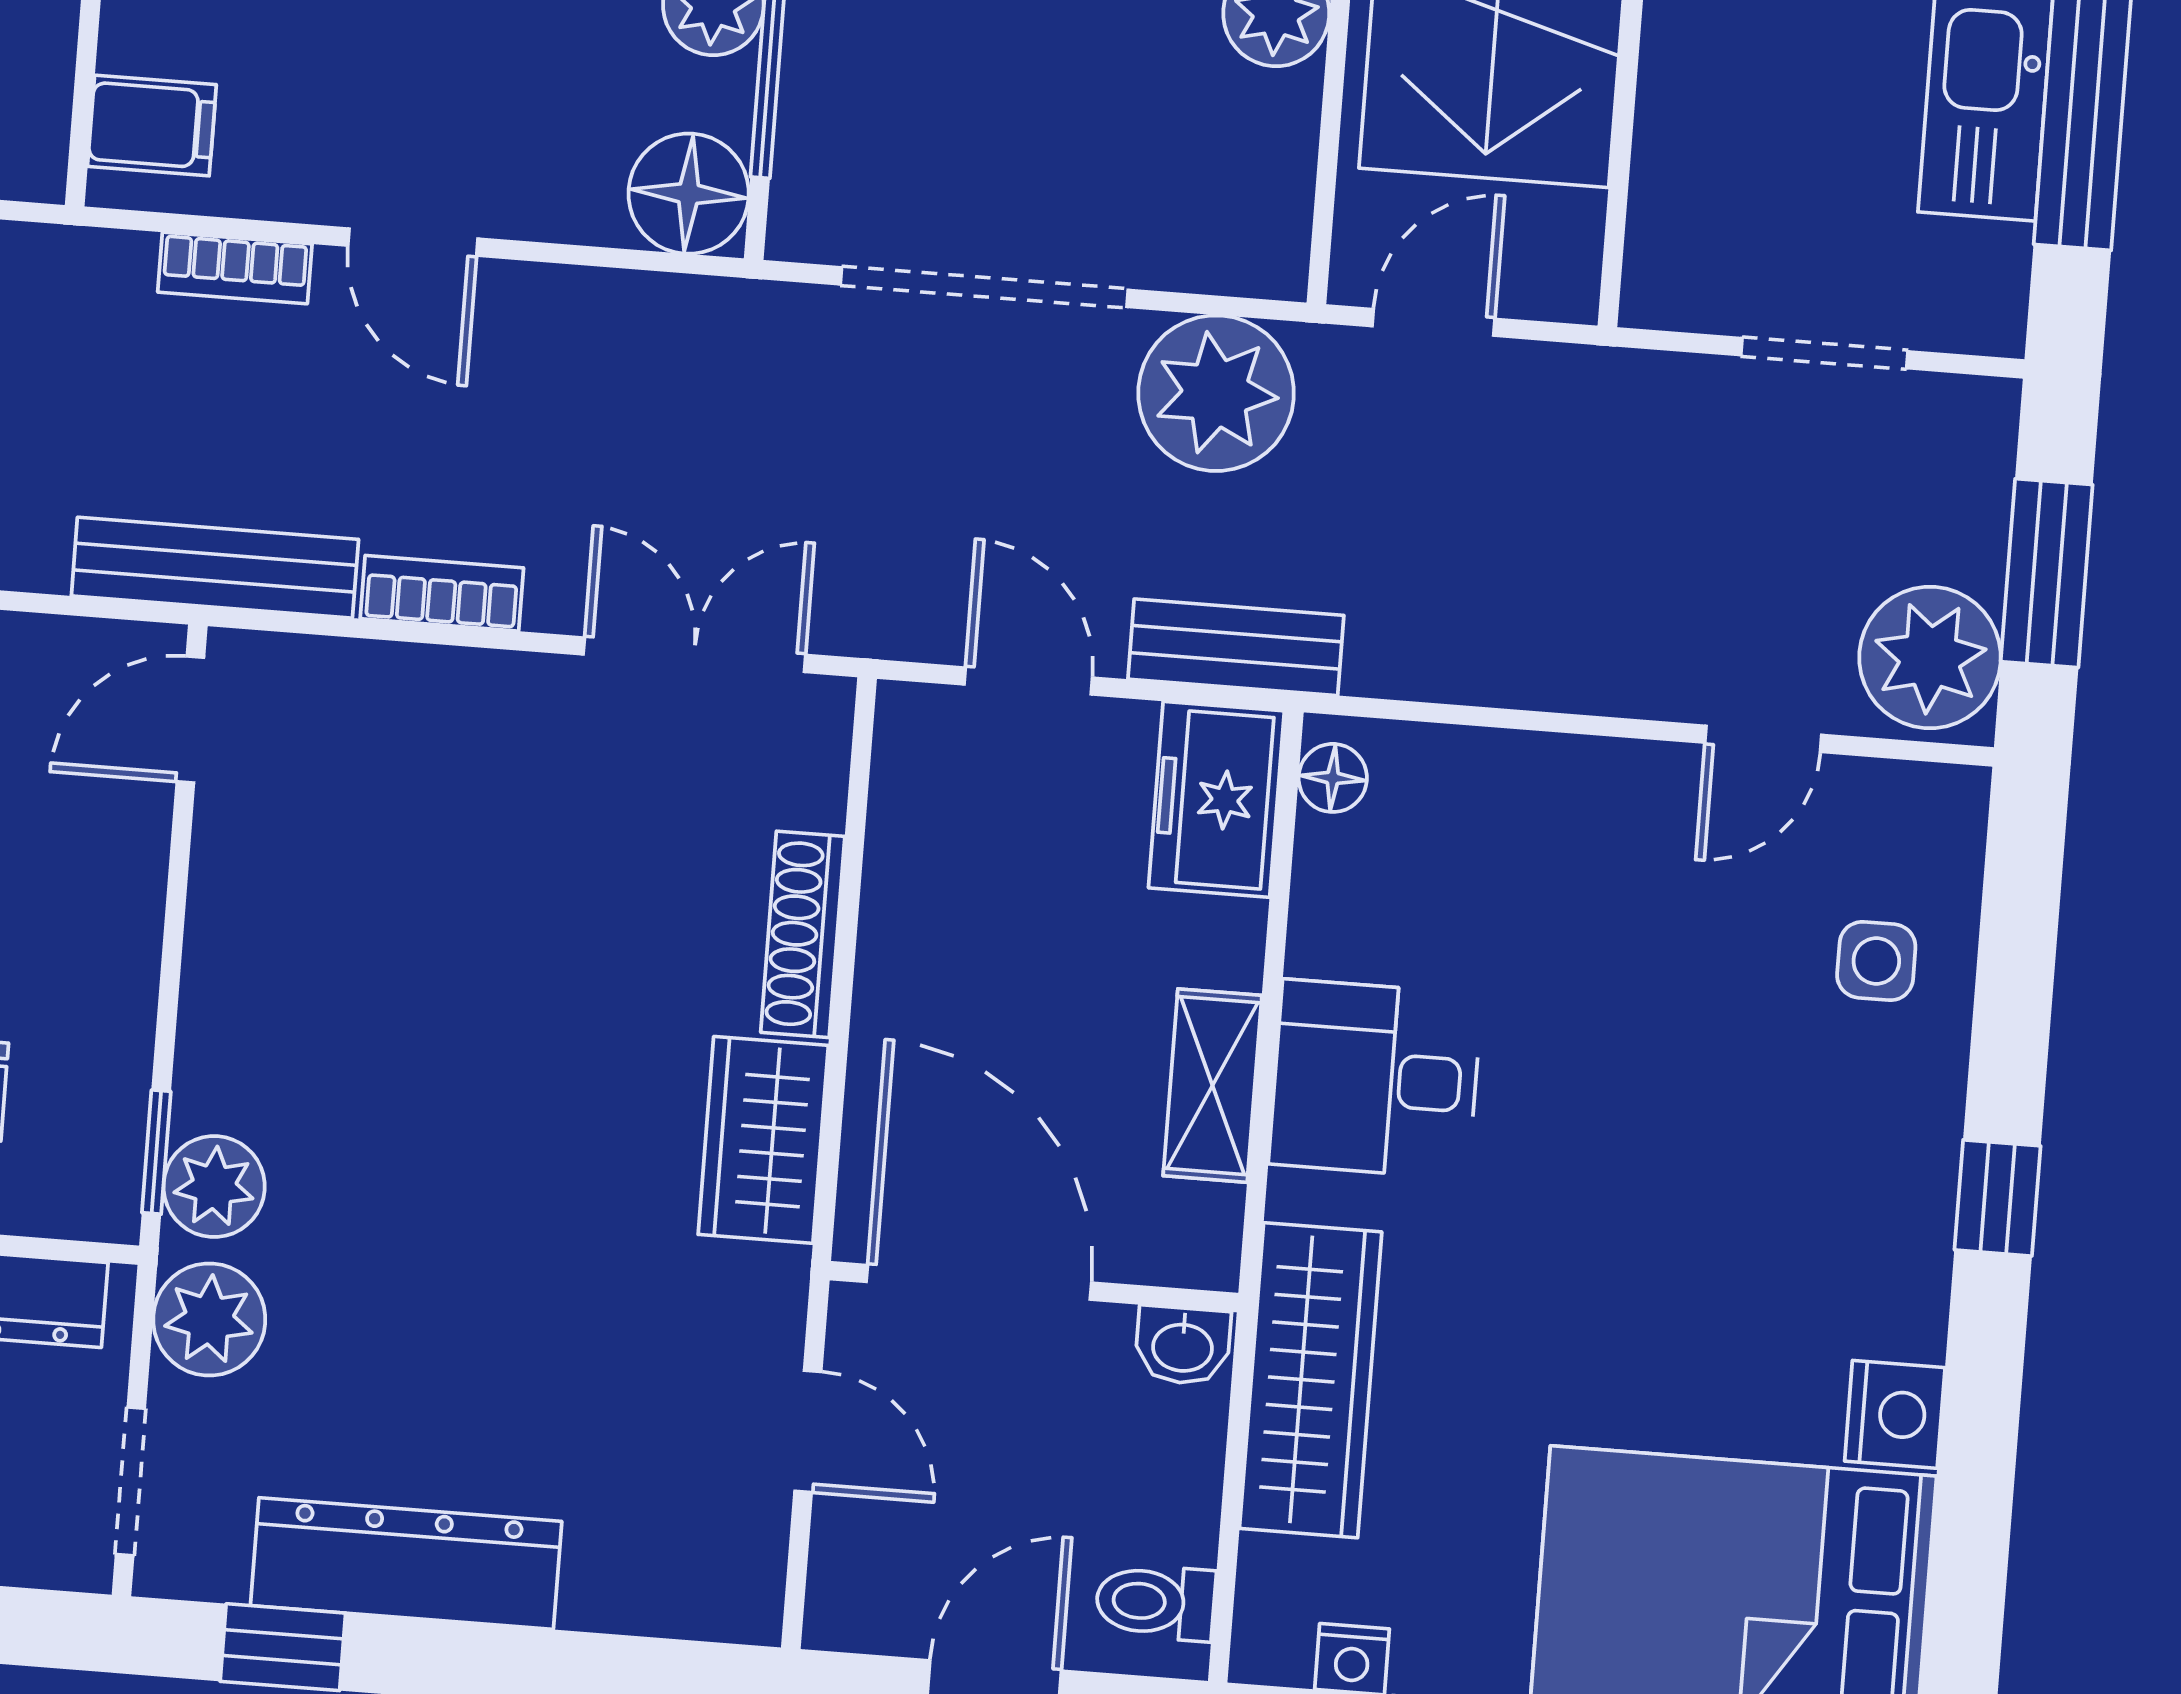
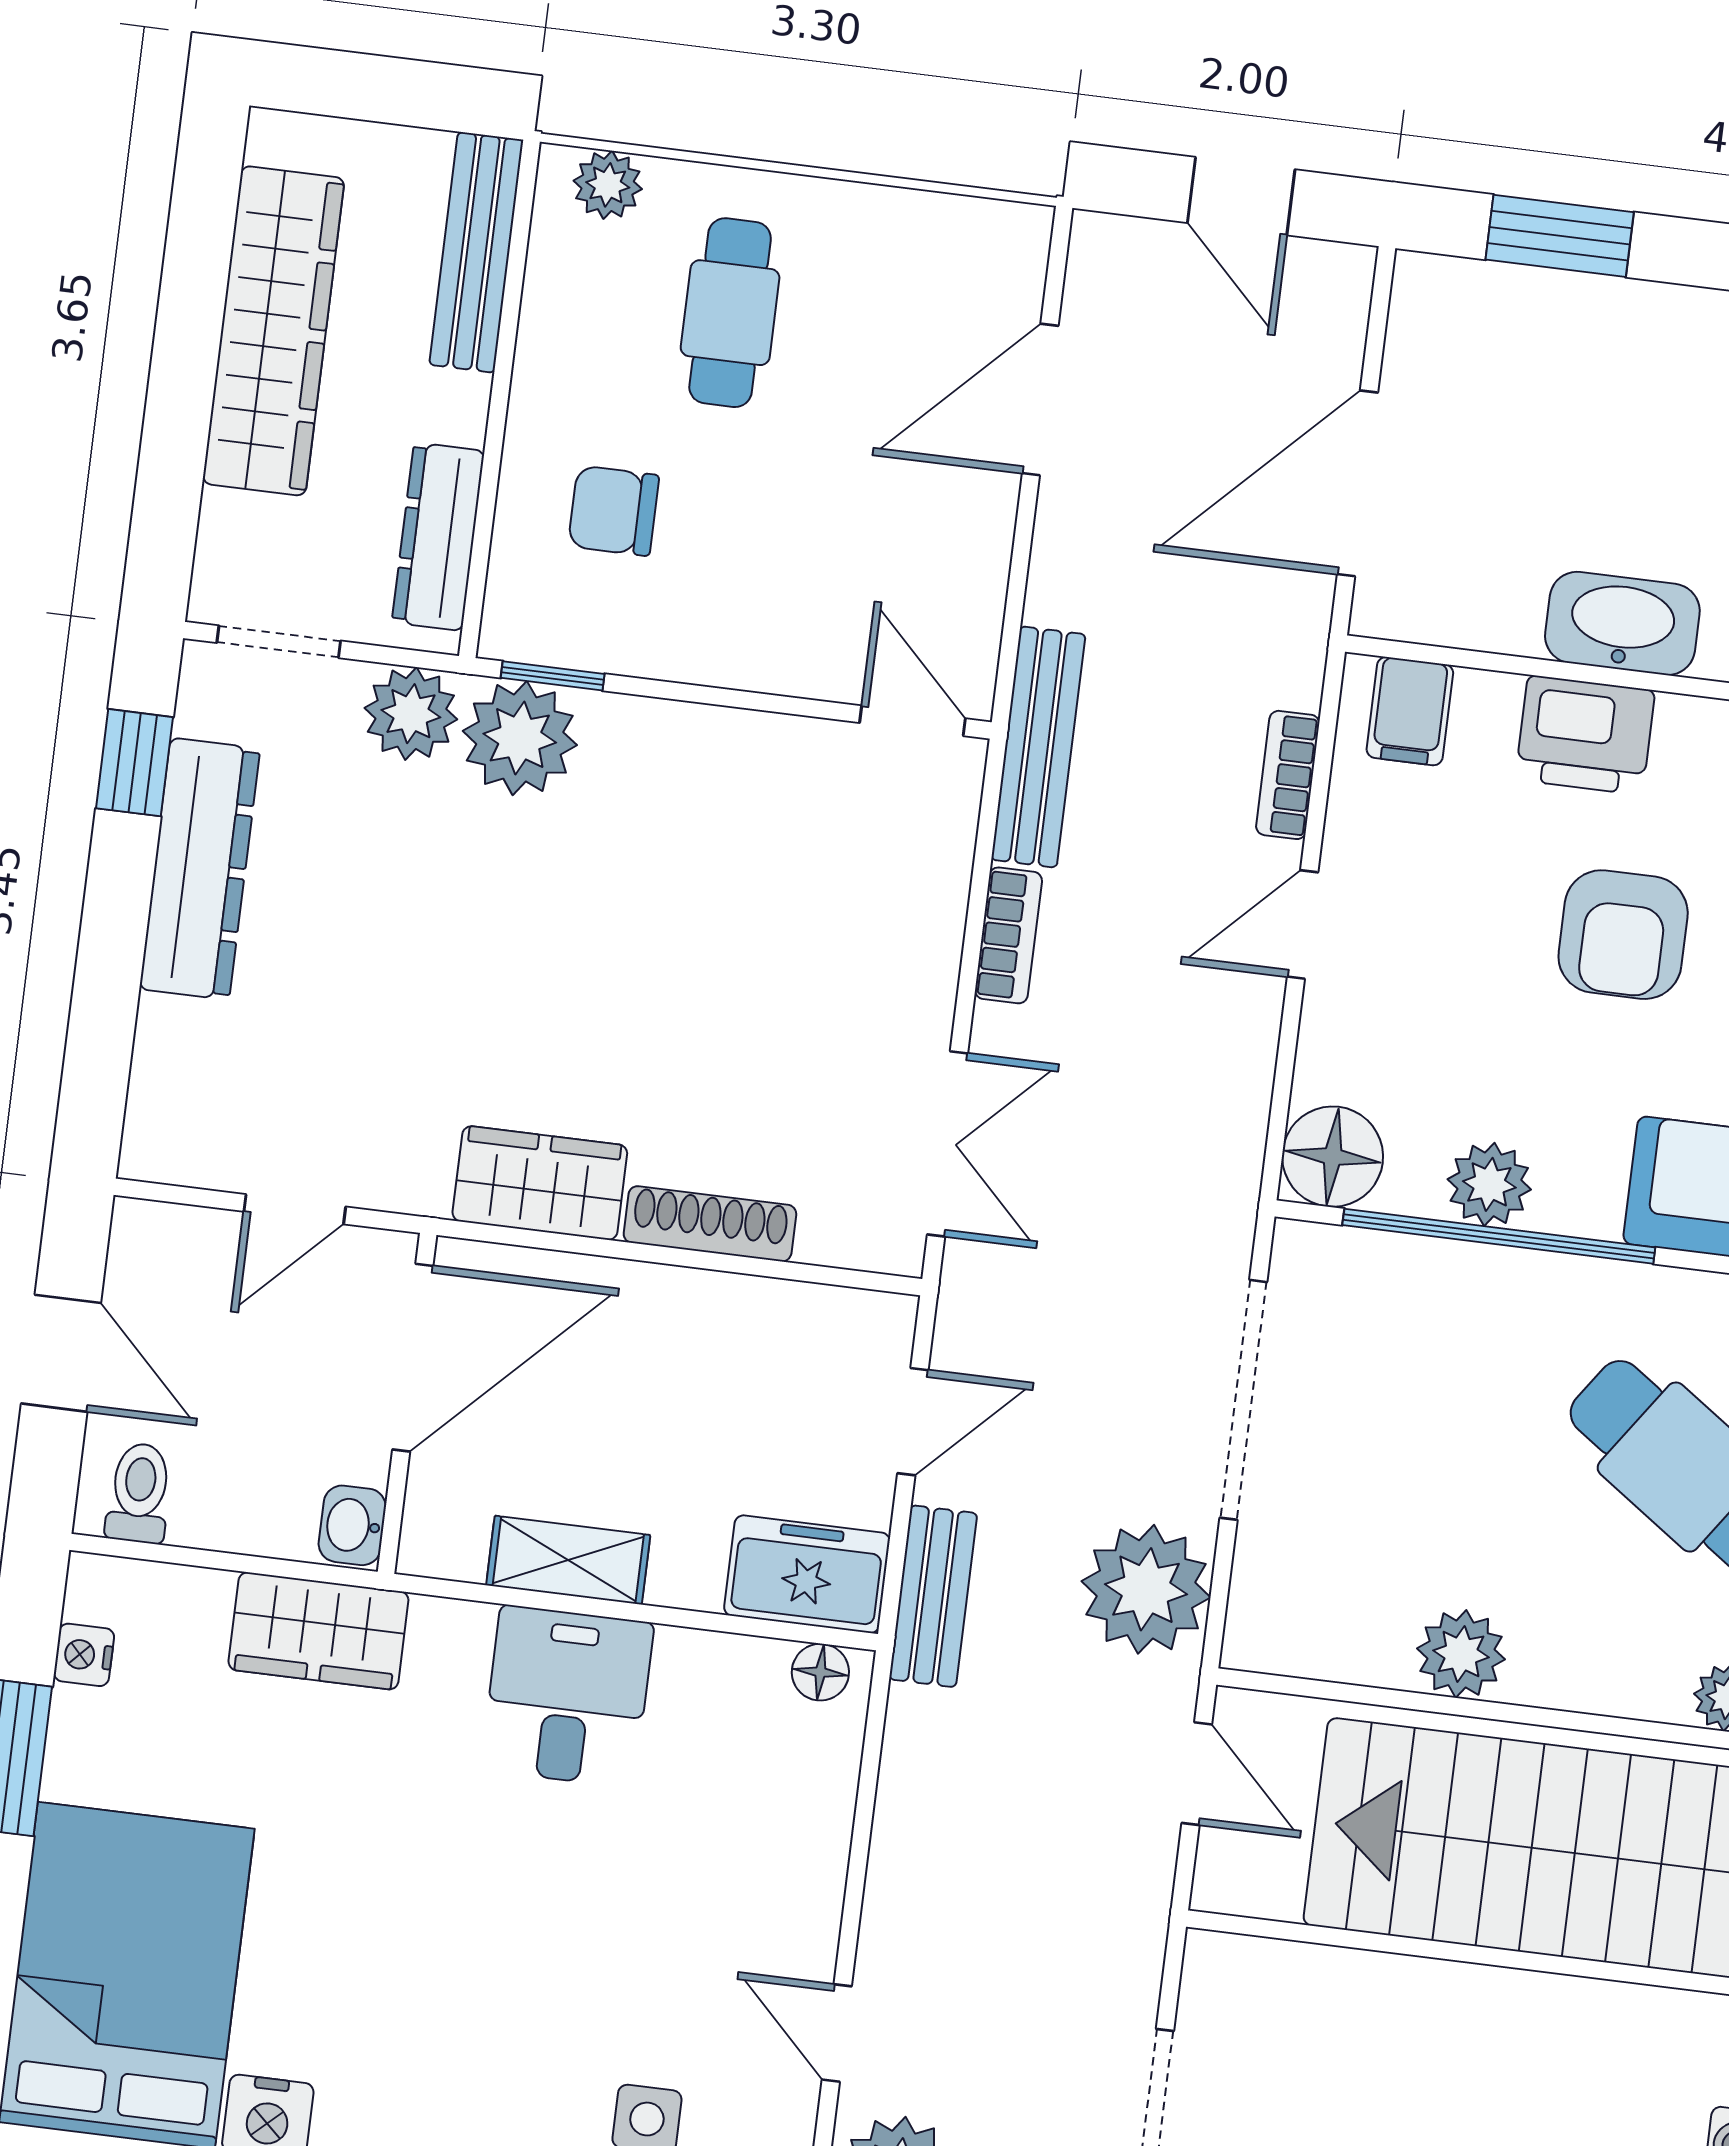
plant: (214, 1187) -> (520, 738), width x1.36, depth x1.36
wardrobe: (1311, 1380) -> (318, 1631), width x0.67

